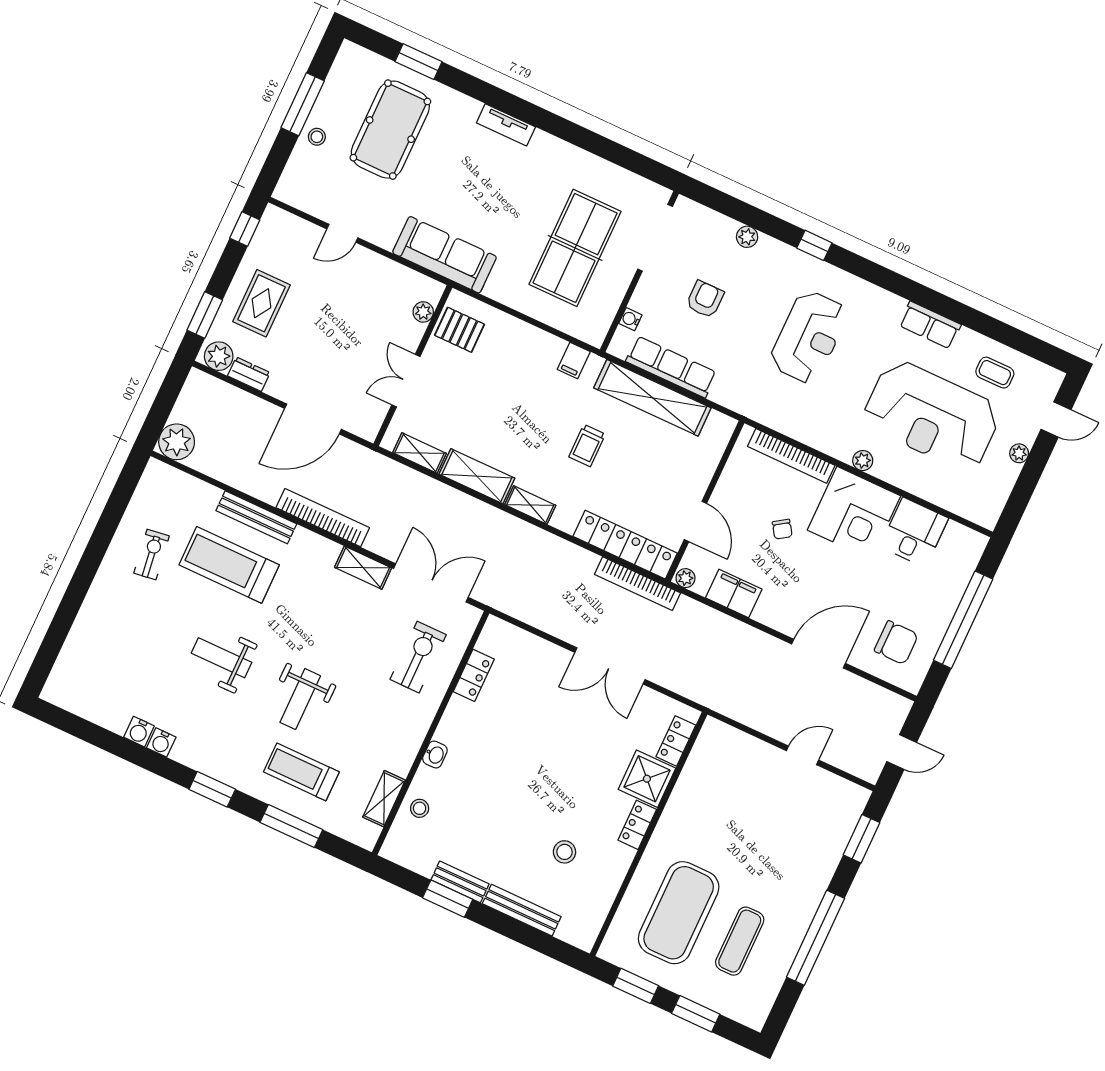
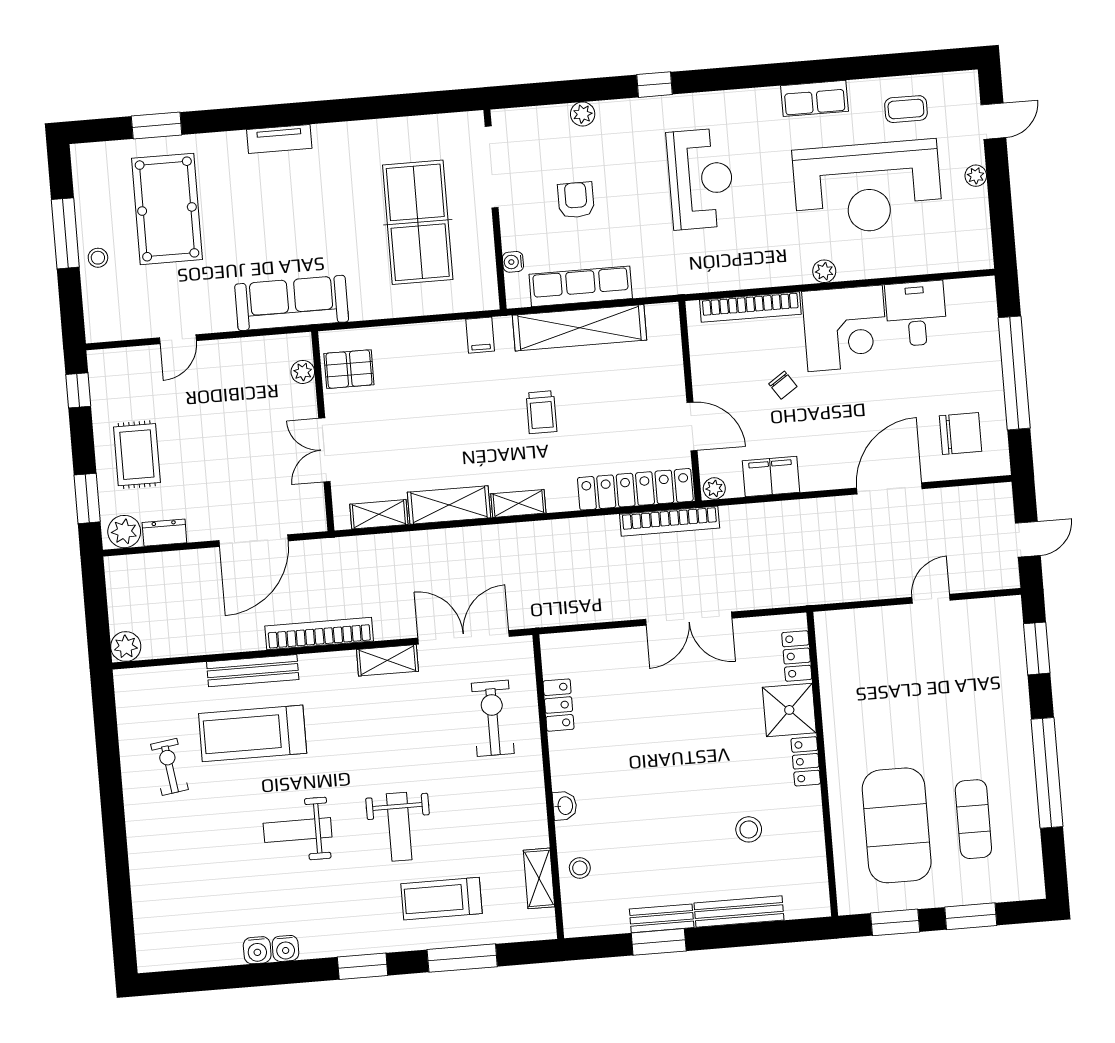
plant: (177, 442) -> (126, 646), width x0.73, depth x0.73

